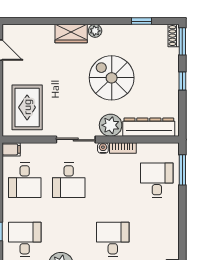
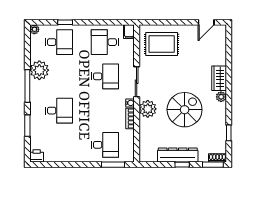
dresser: (149, 127) -> (178, 155), moved, turned -90
desk: (69, 180) -> (105, 76), turned 180

